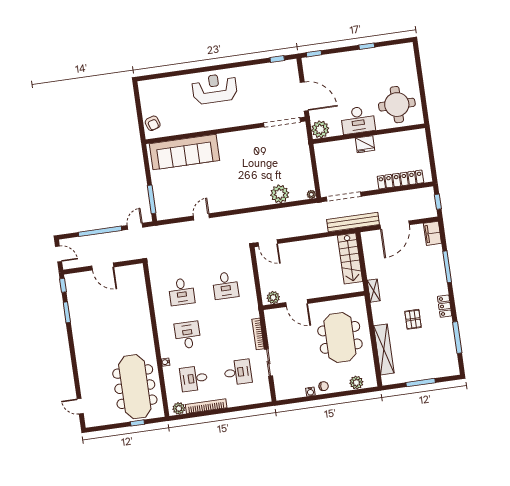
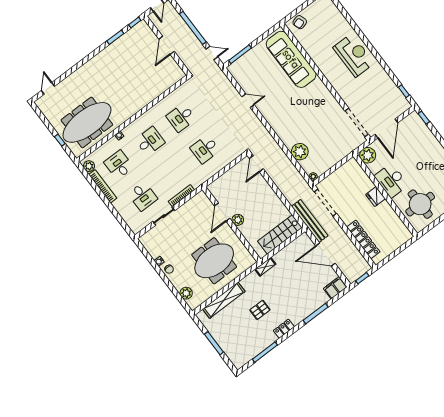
plant: (273, 298) -> (238, 220), moved

